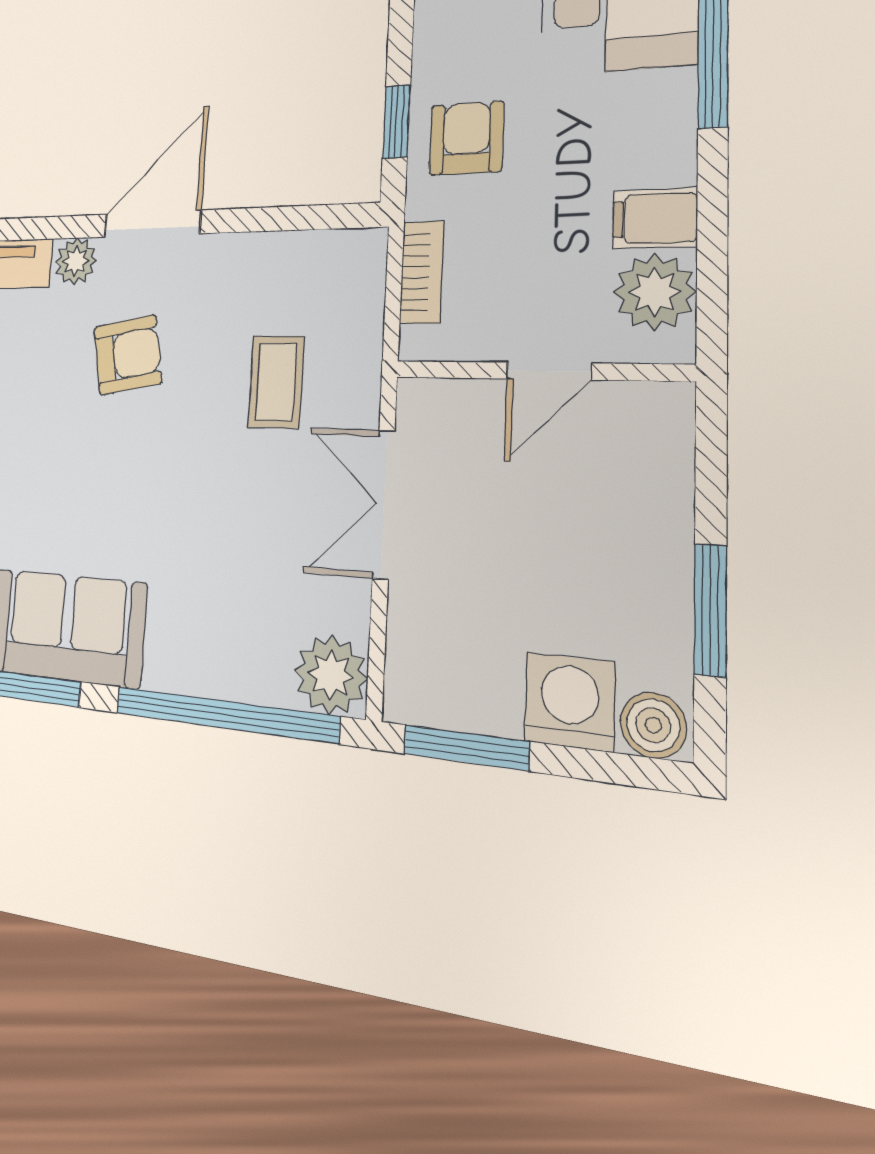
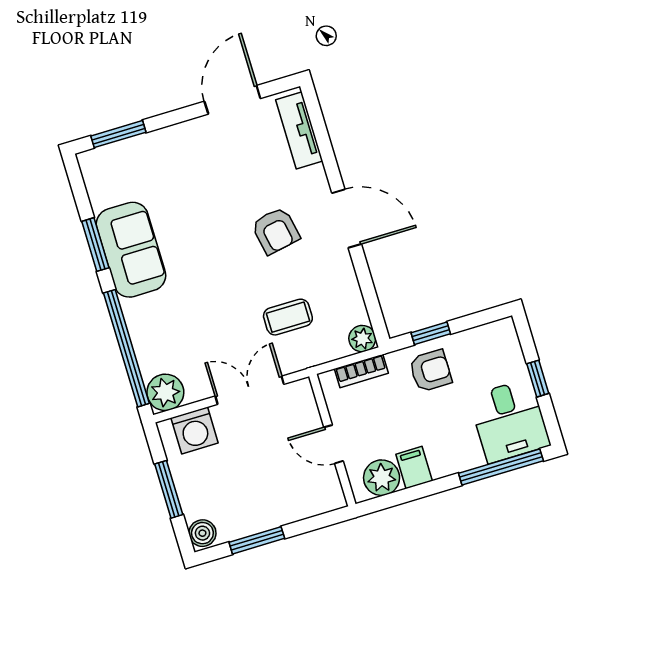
plant: (76, 261) -> (362, 339), moved
washing machine: (570, 702) -> (195, 430), moved, turned 90
window: (466, 748) -> (169, 489), moved

